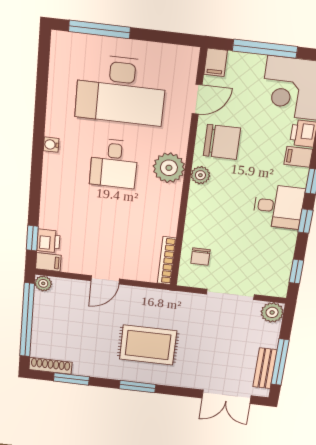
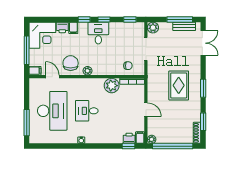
desk: (114, 164) -> (87, 111), turned 180
plant: (169, 168) -> (112, 86), moved

